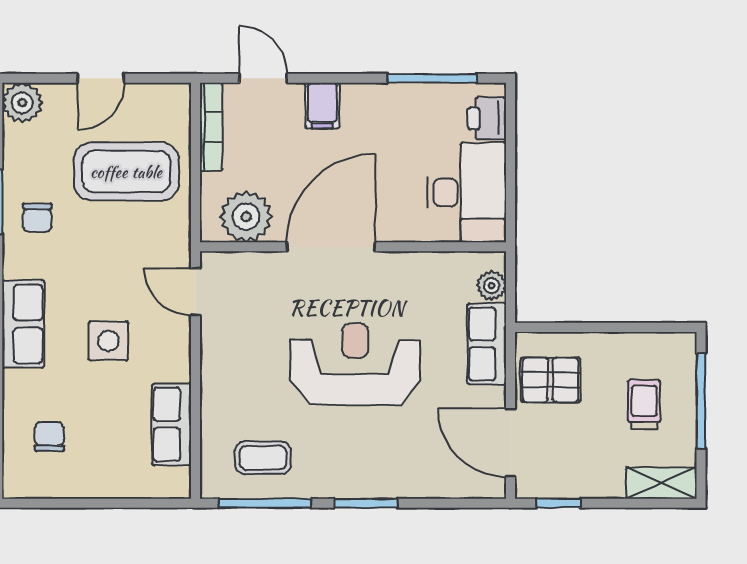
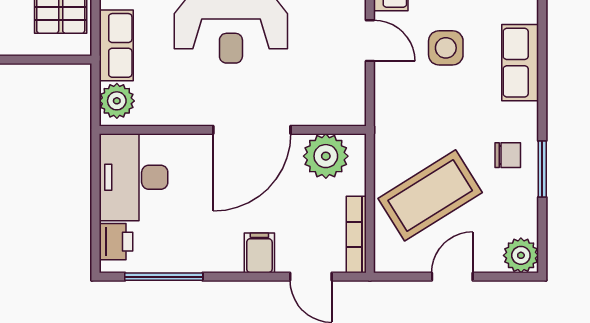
coffee table: (126, 172) -> (430, 195), turned -32
chair: (37, 218) -> (508, 155), turned 90
plant: (492, 286) -> (117, 101), width x1.38, depth x1.38
door: (196, 292) -> (370, 41), moved

